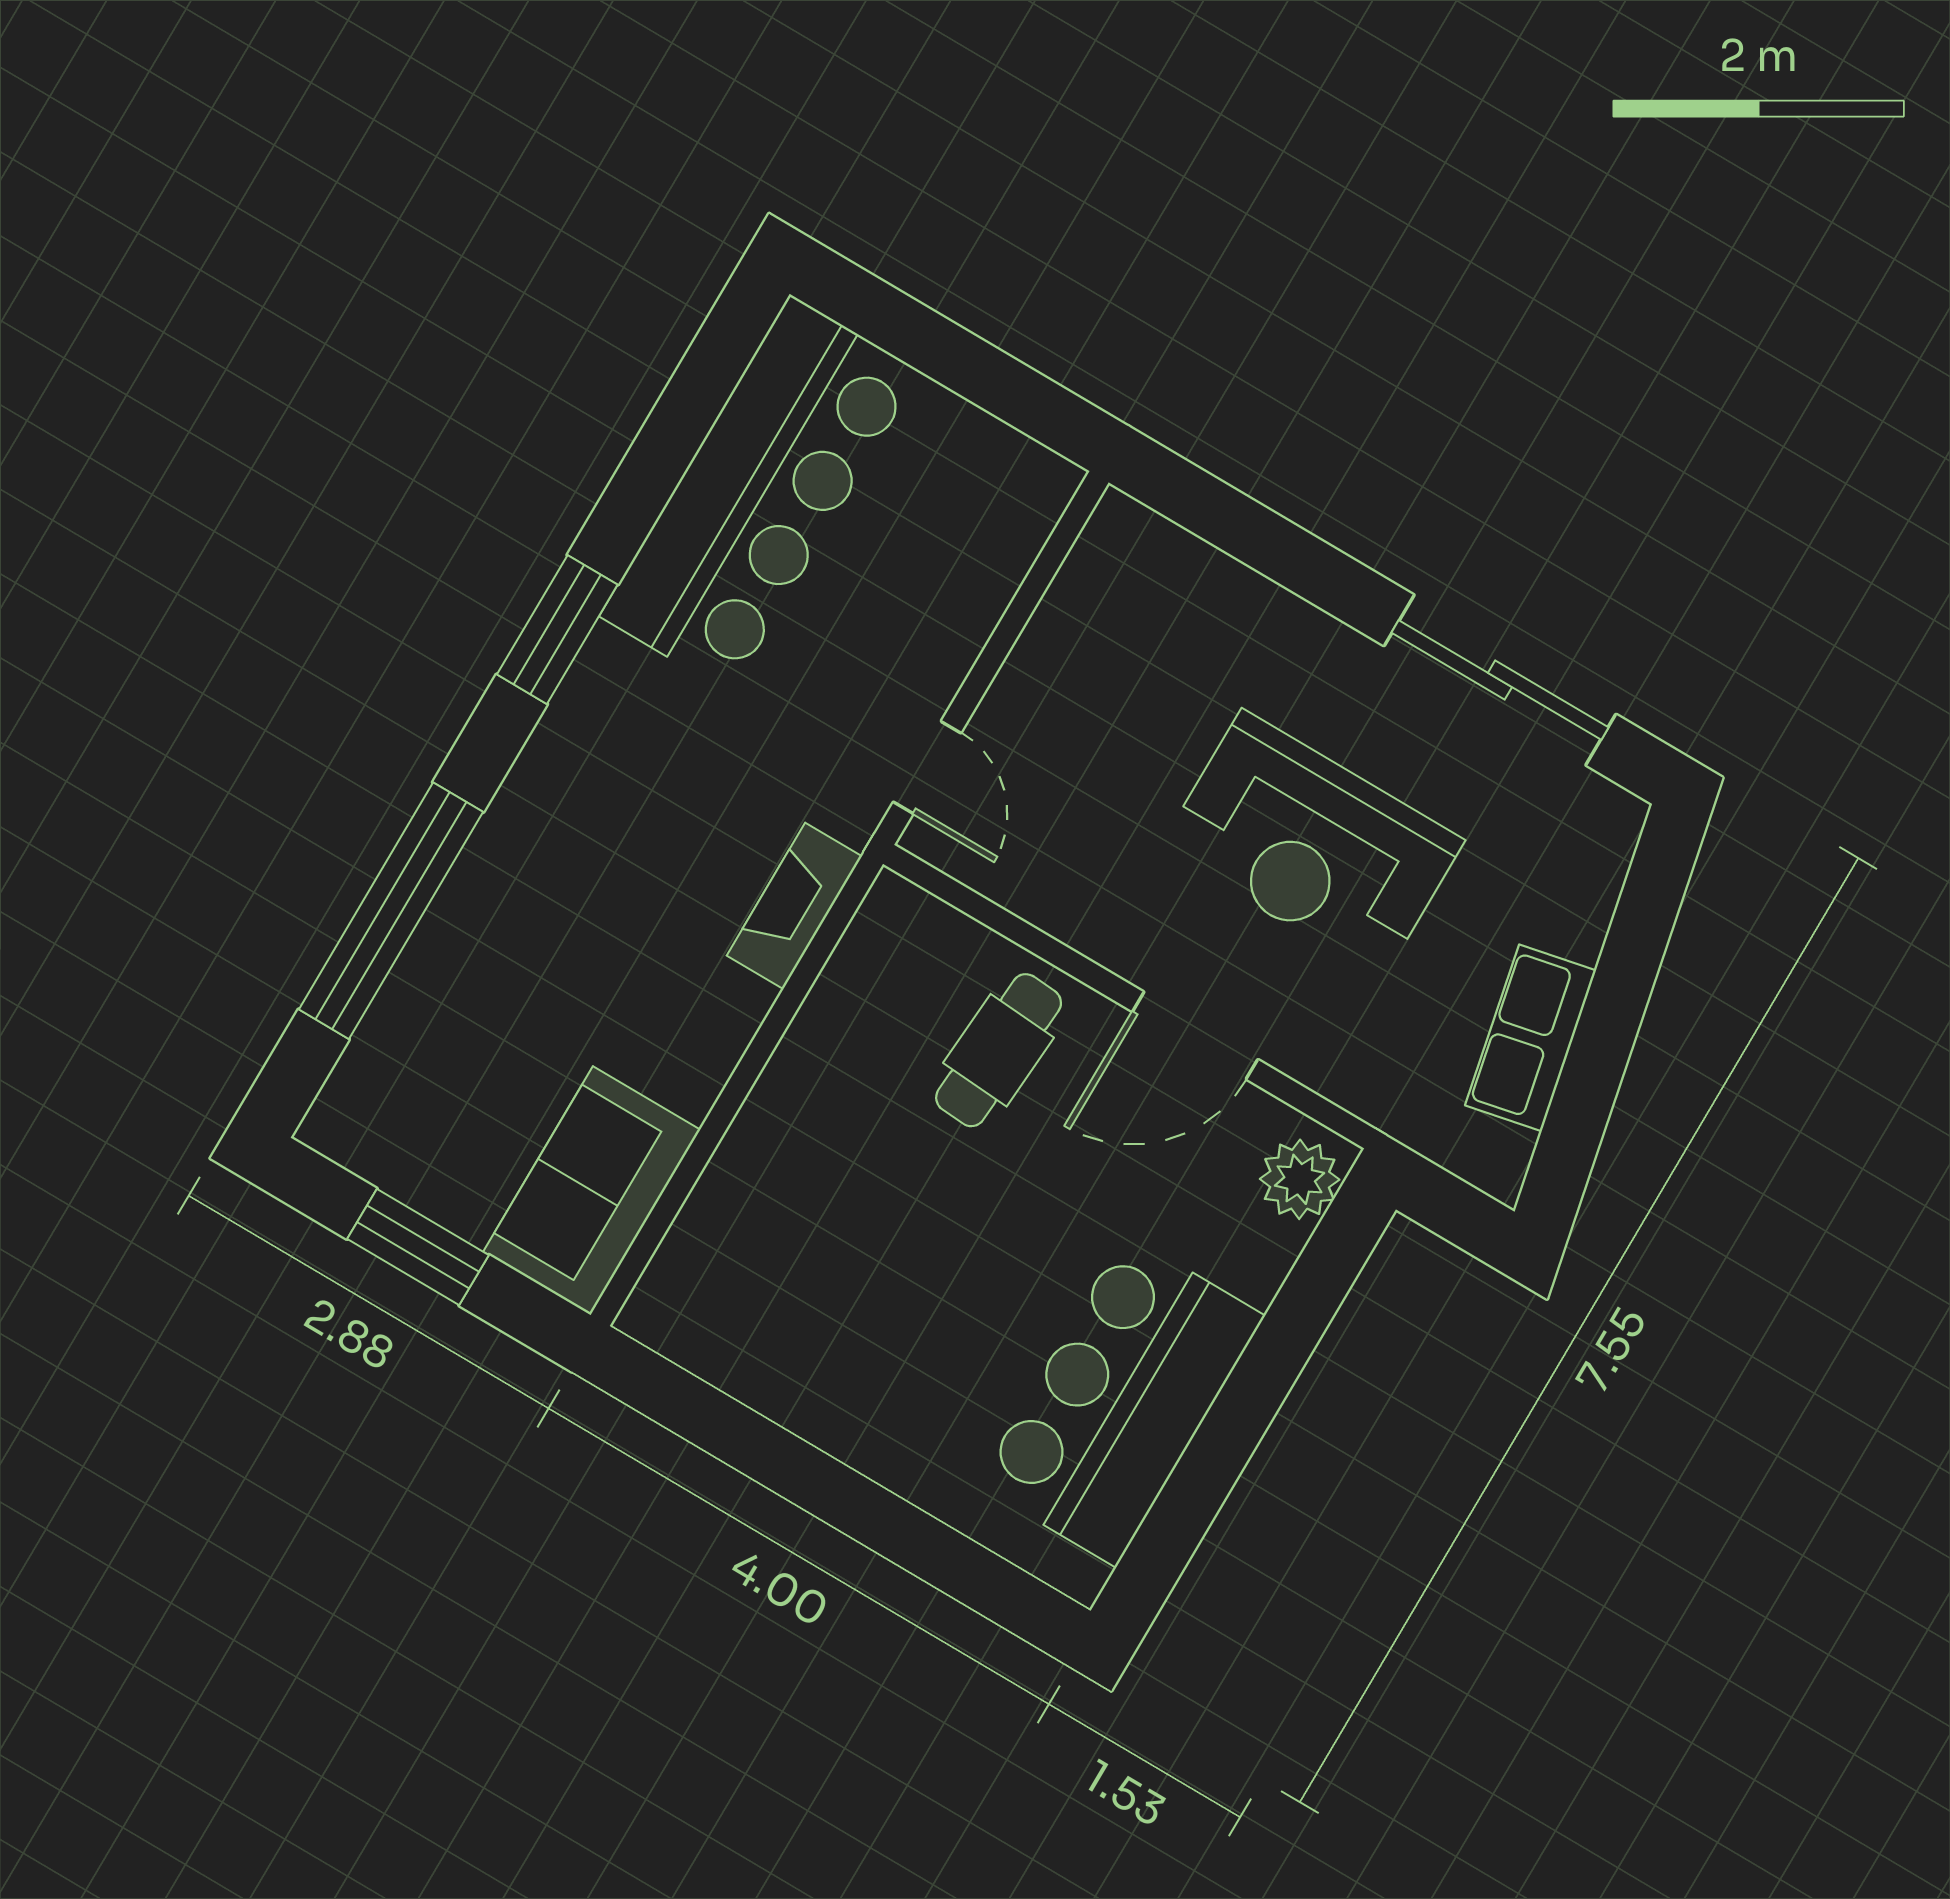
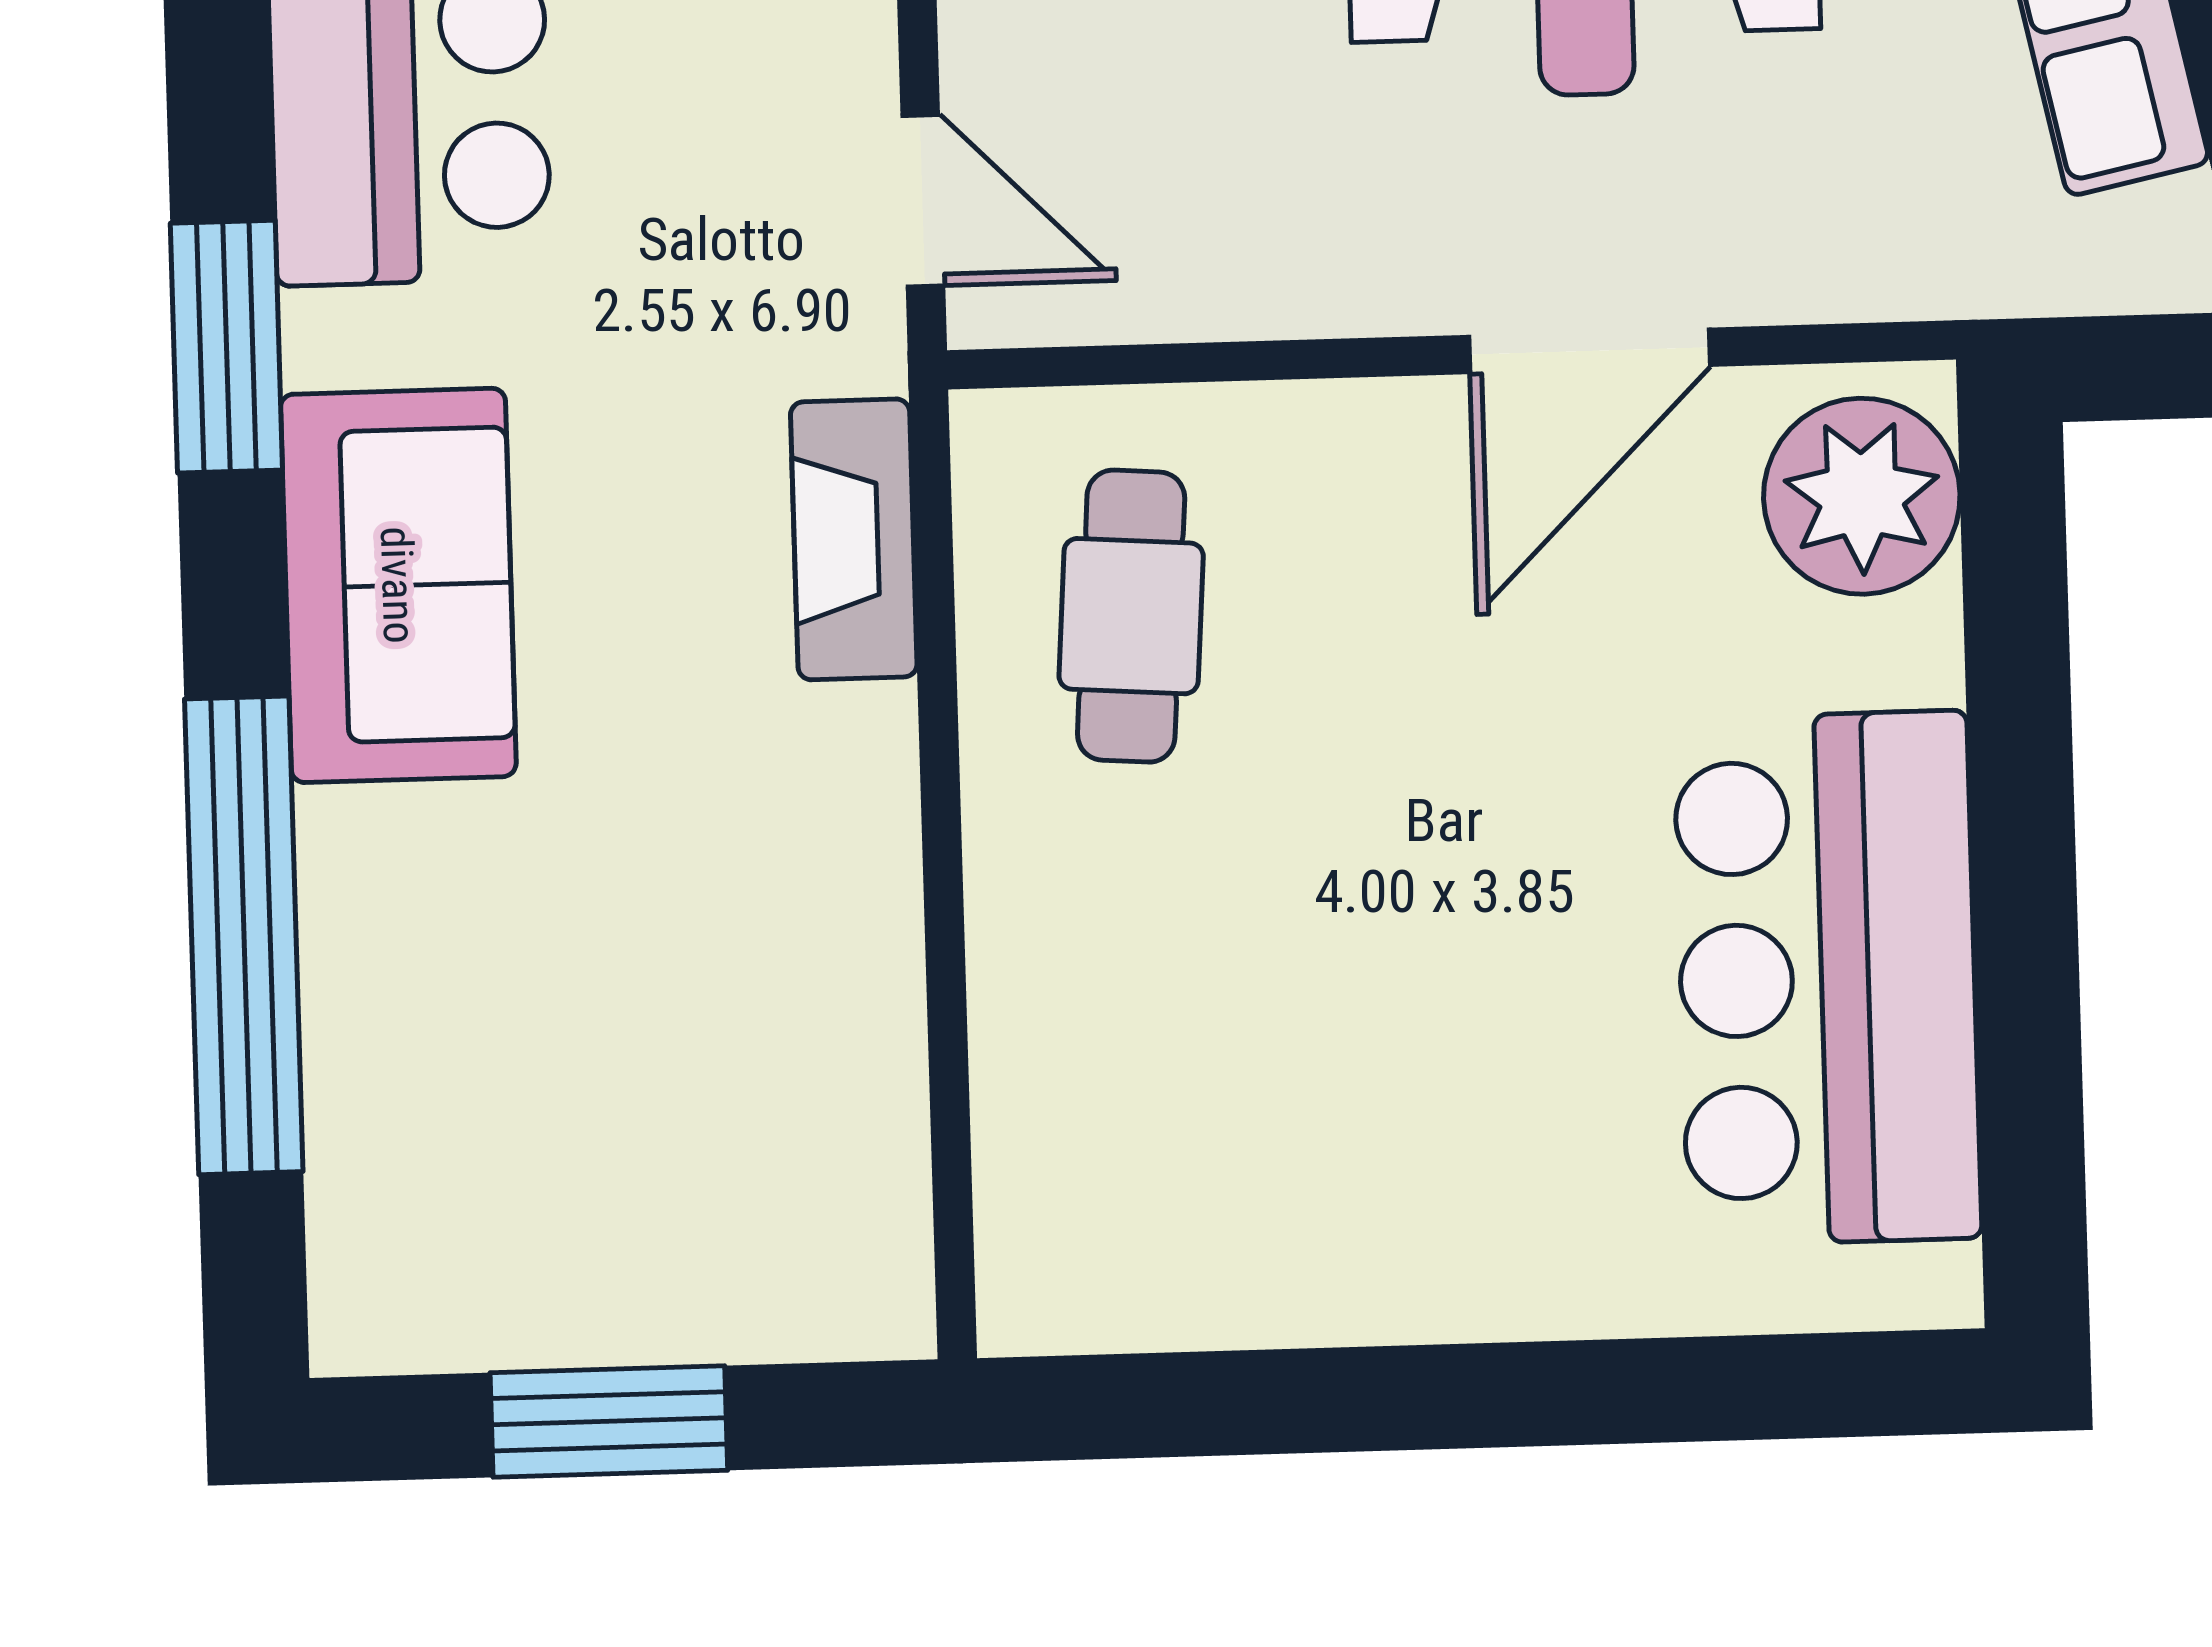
cafe table: (999, 1050) -> (1131, 616), moved
plant: (1300, 1179) -> (1862, 496), width x1.36, depth x1.36
sofa: (592, 1191) -> (398, 585), moved, turned 180

